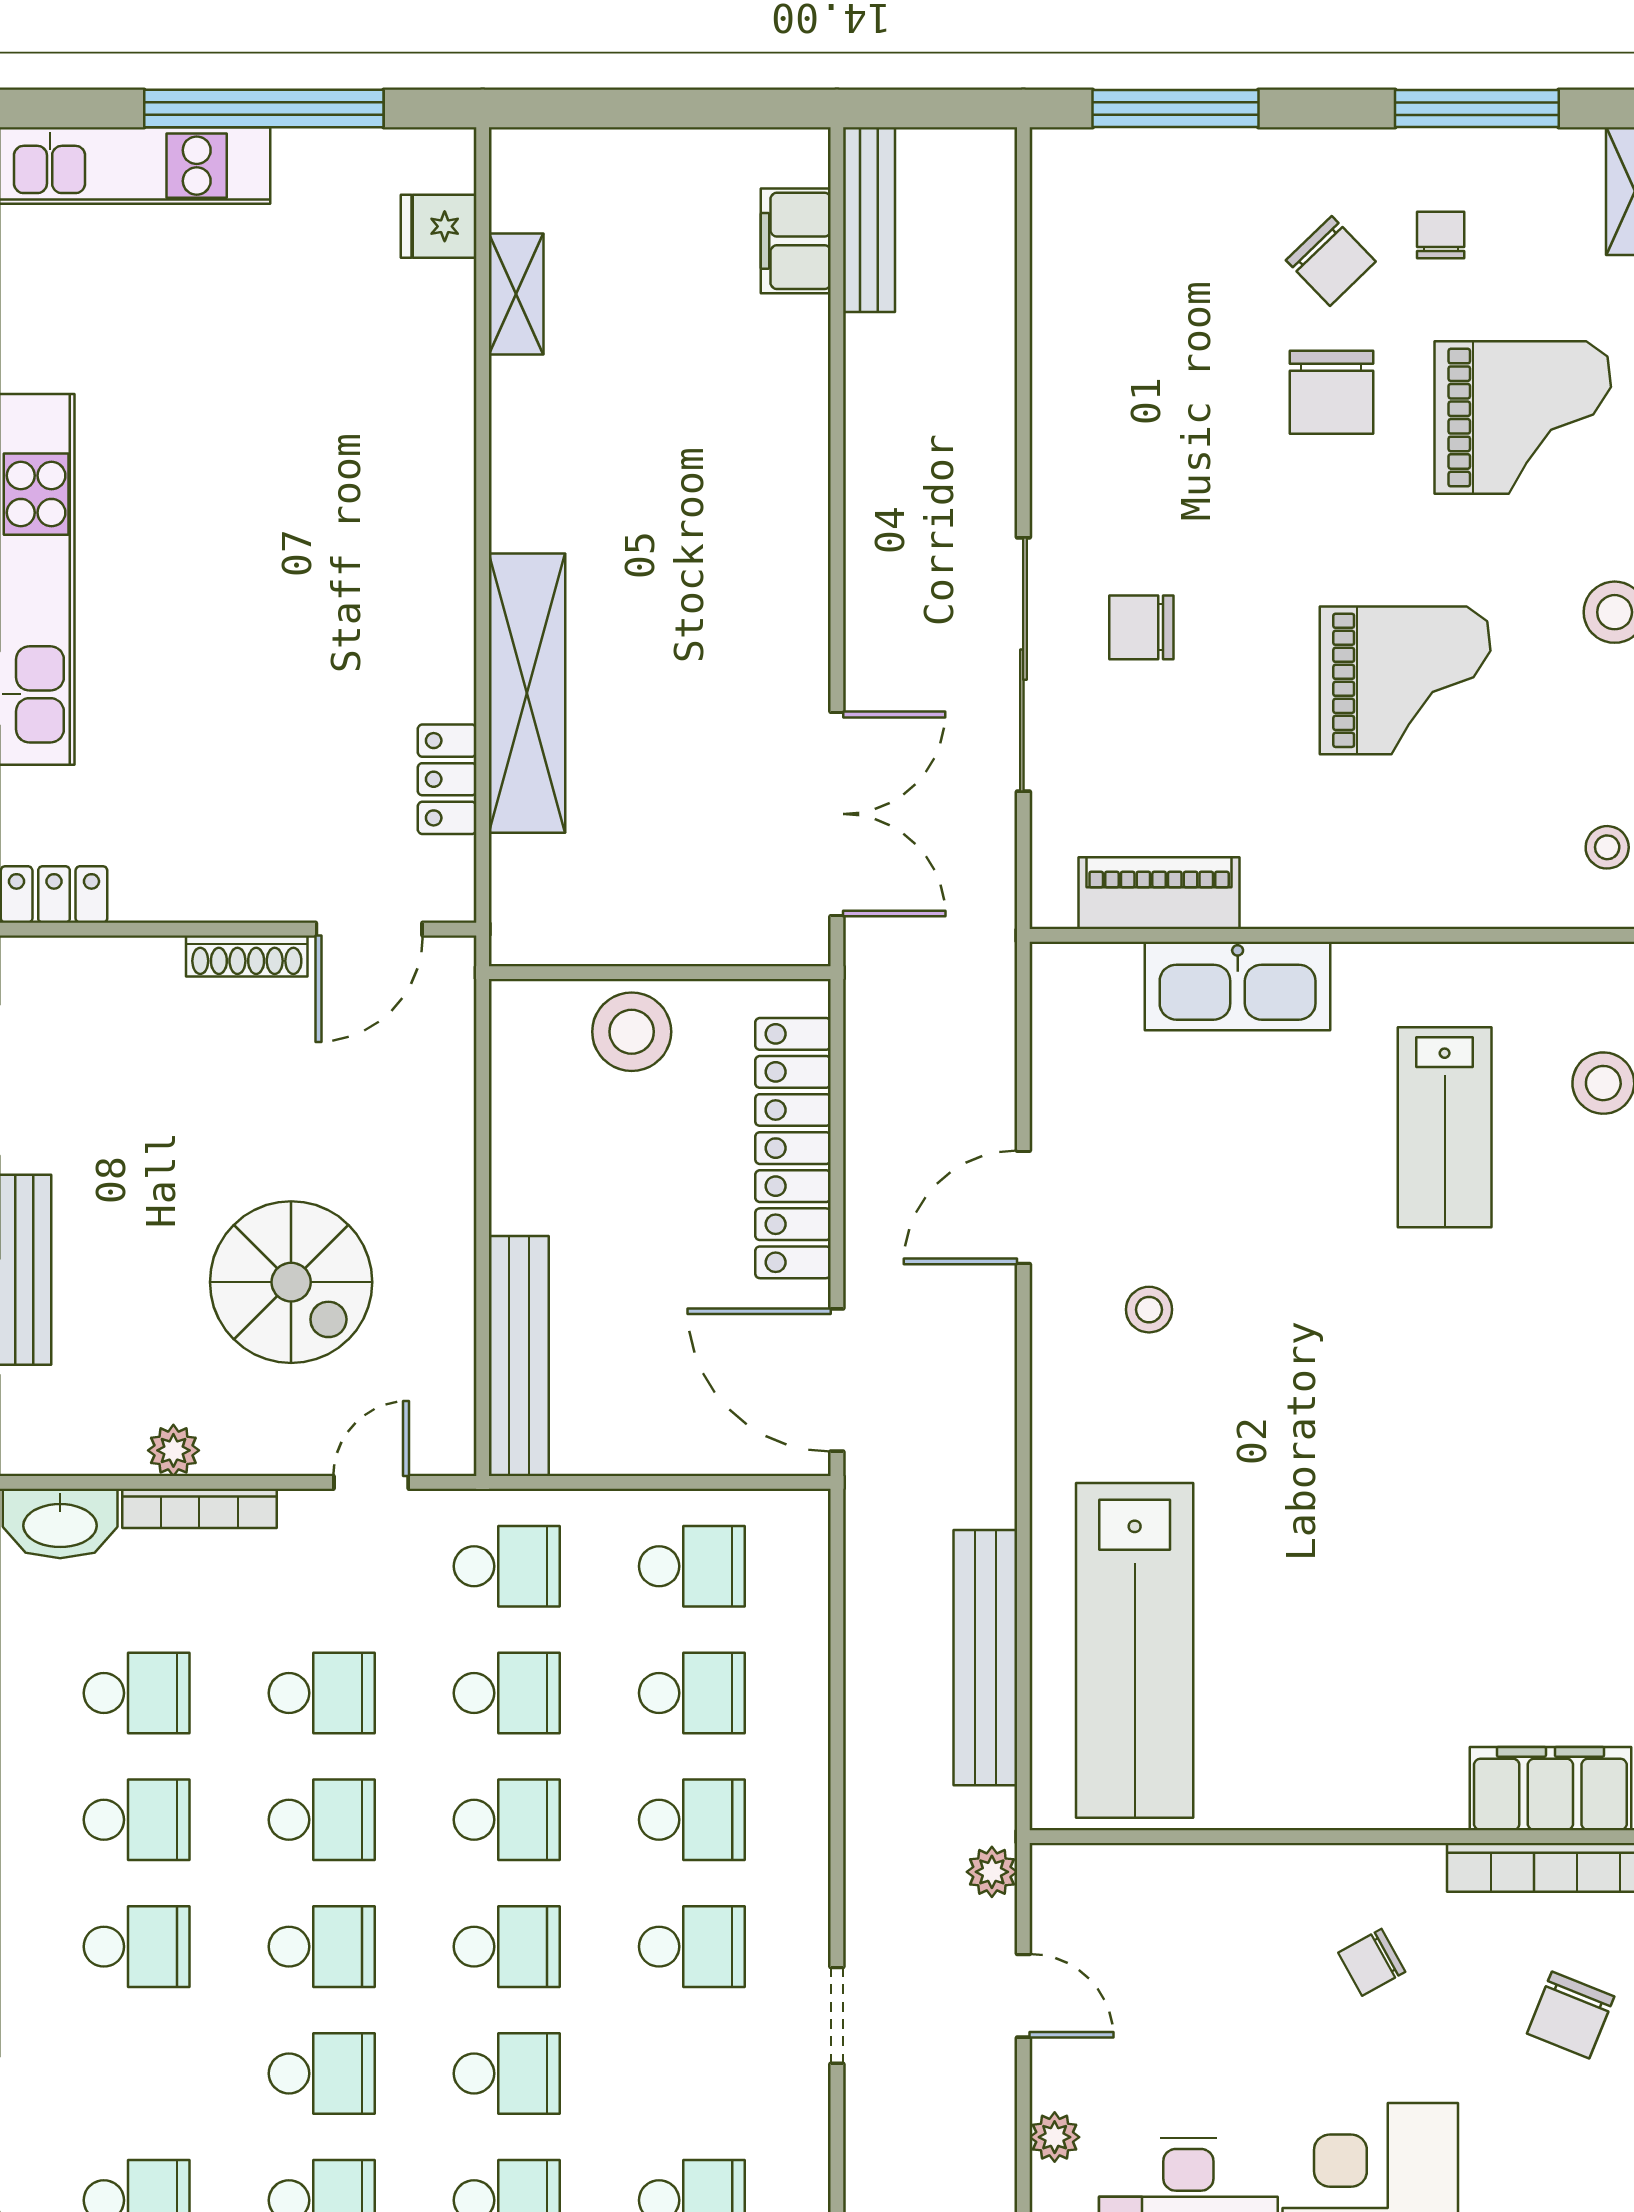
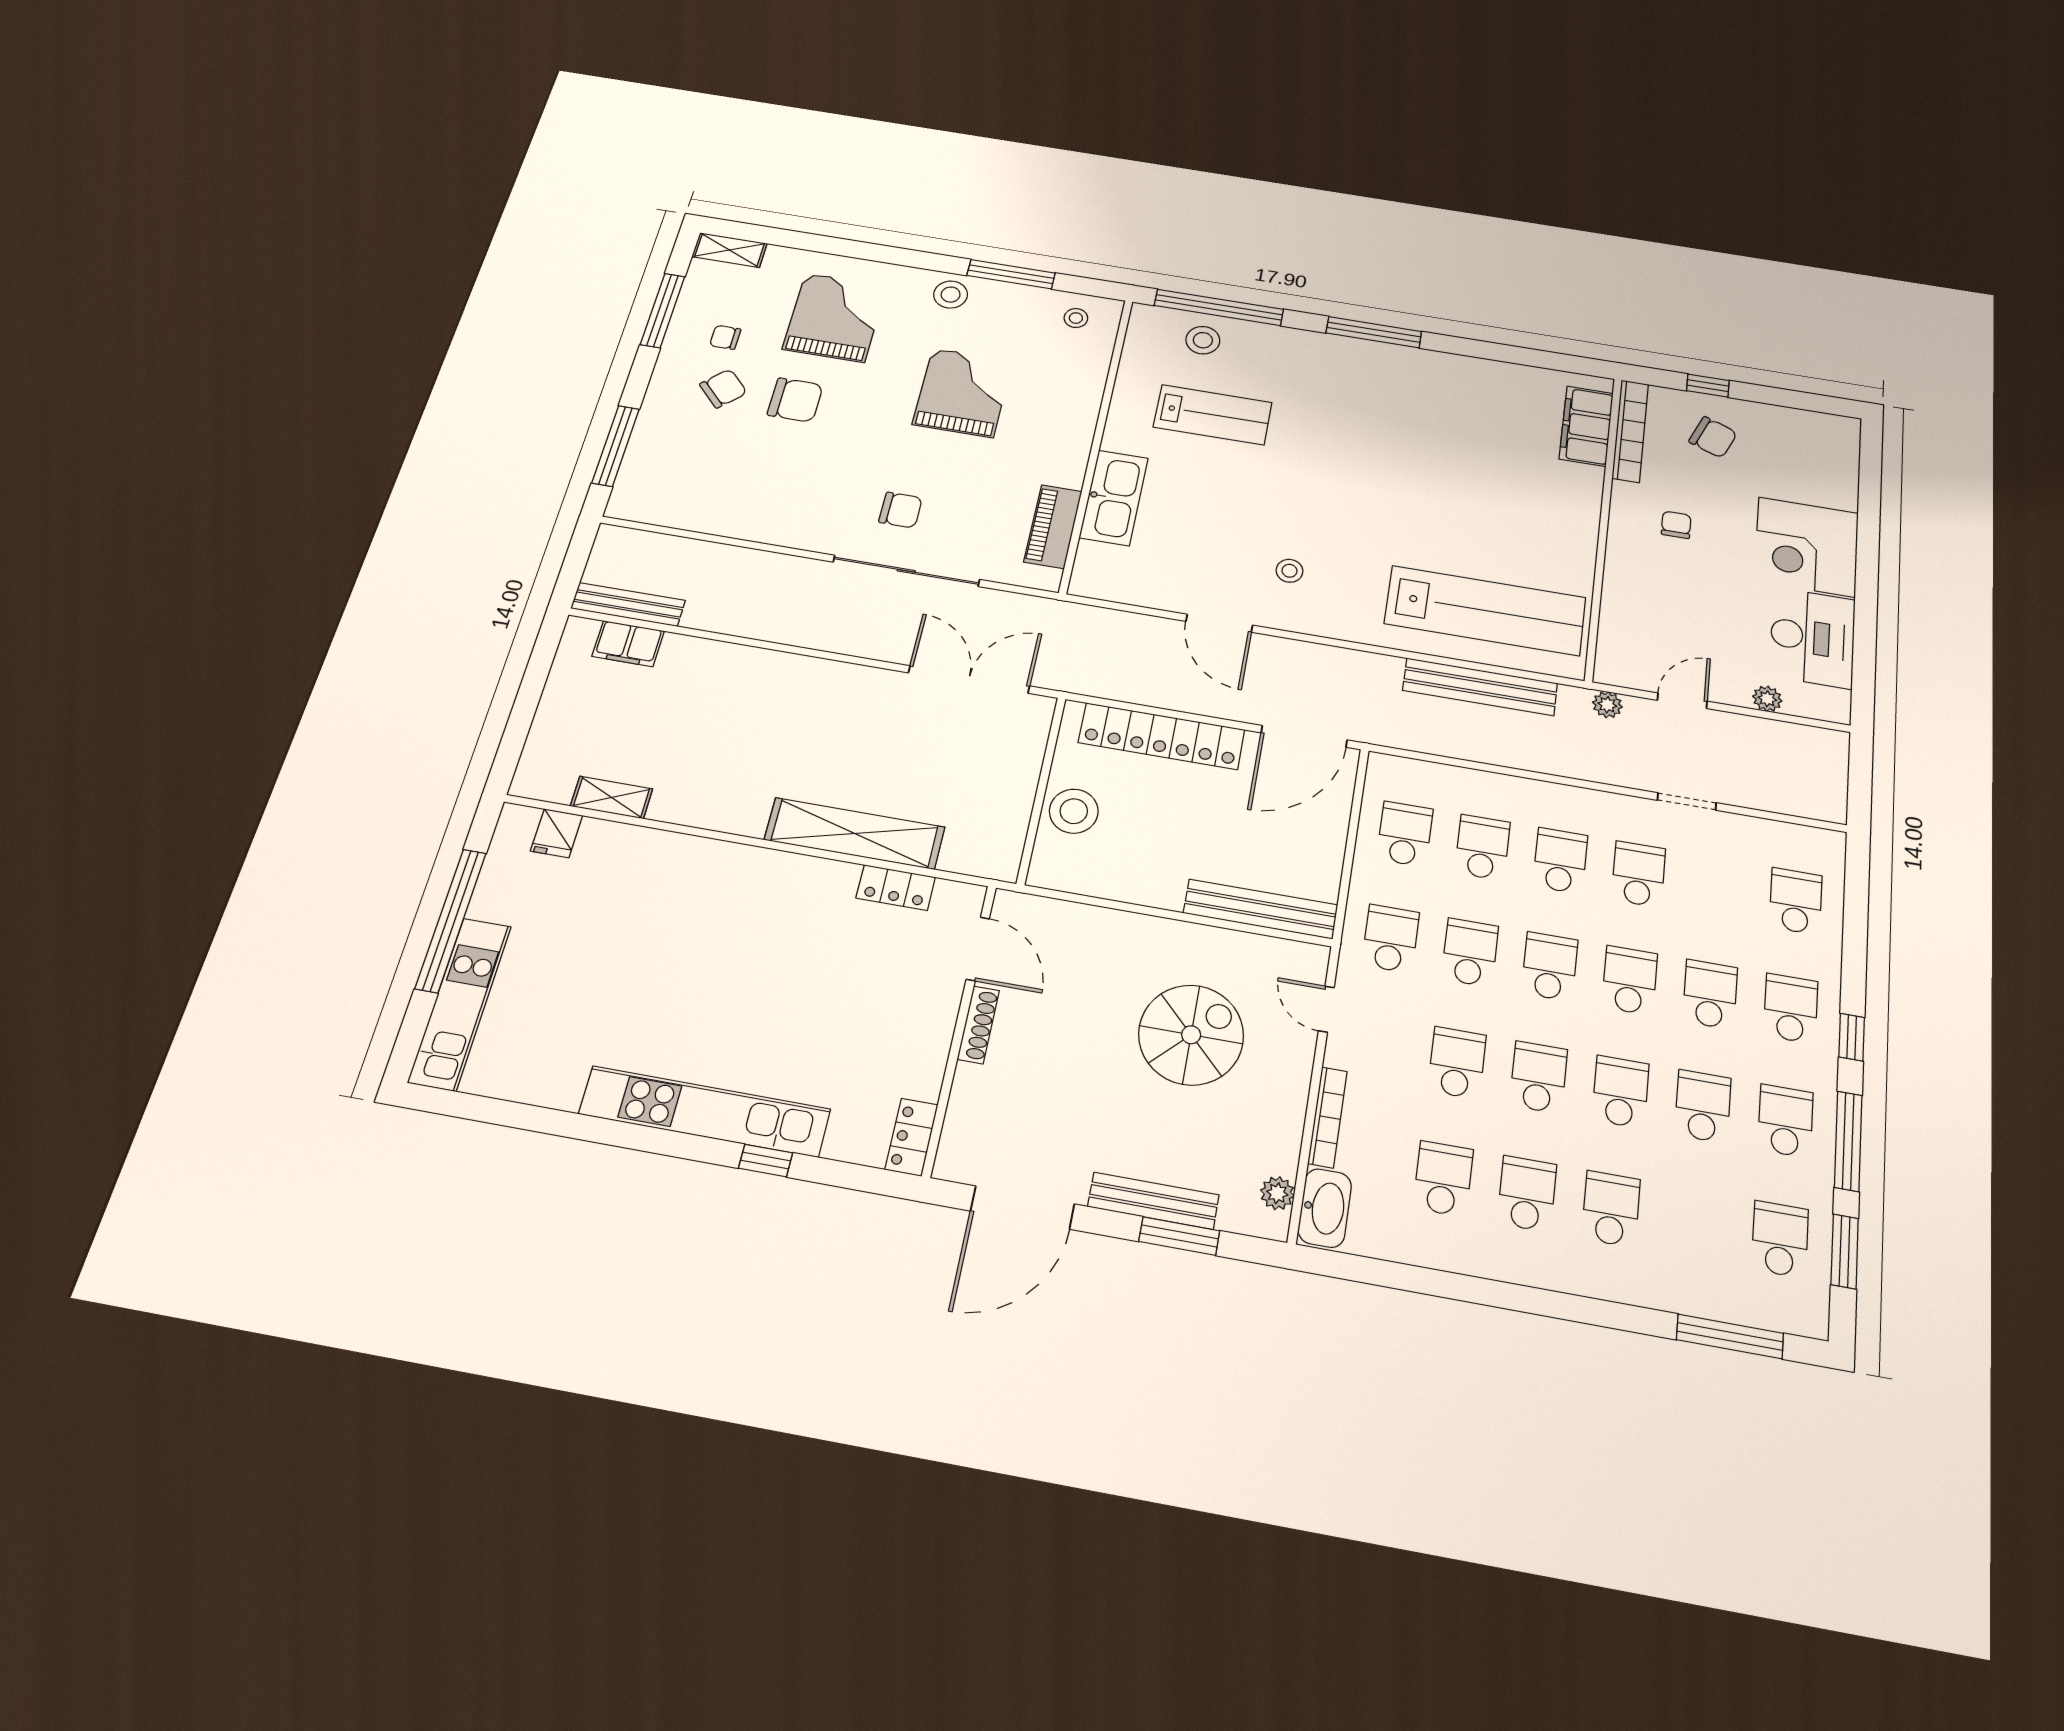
chair: (1141, 627) -> (900, 510), turned -90
plant: (173, 1450) -> (1277, 1193), moved
chair: (1372, 1962) -> (1676, 525), turned -151

